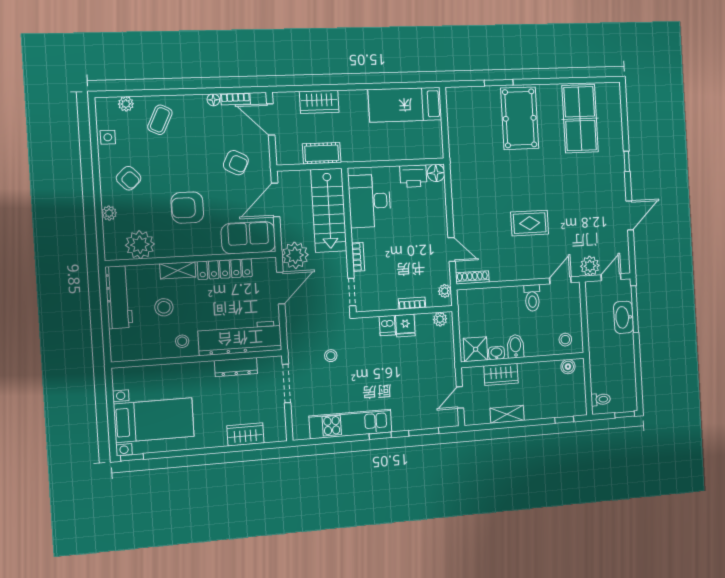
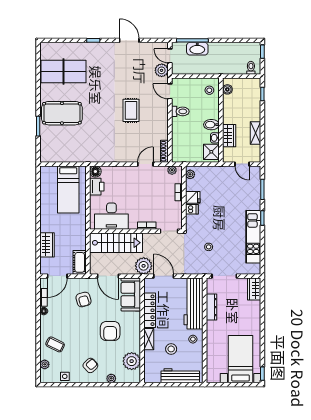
bed: (405, 105) -> (68, 189), moved
cot: (322, 153) -> (80, 262), moved
armchair: (236, 163) -> (83, 299), turned 137
workbench: (119, 297) -> (180, 376), moved
wardrobe: (245, 434) -> (254, 289), moved

